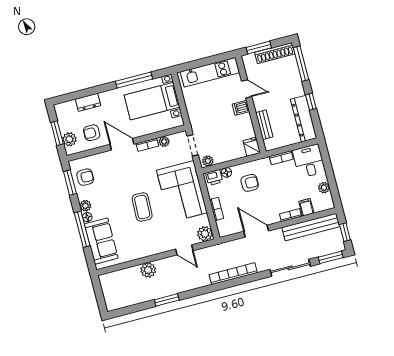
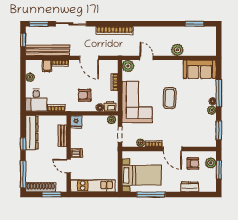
armchair: (85, 177) -> (206, 131), removed
sofa: (101, 241) -> (200, 69), moved, turned -90
window: (167, 300) -> (194, 24), moved

